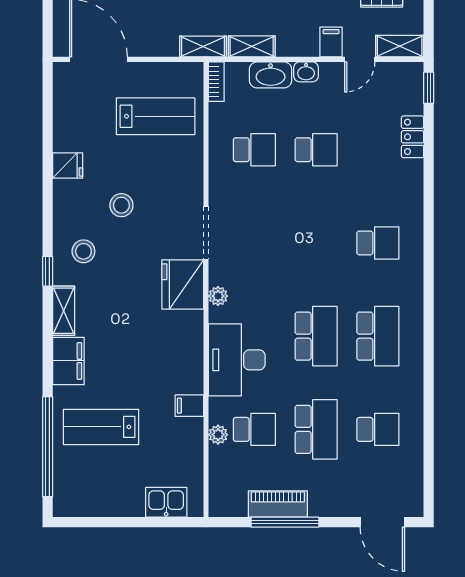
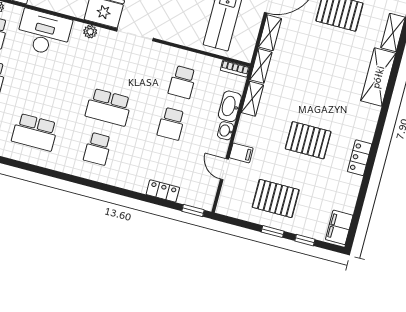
shelving: (400, 46) -> (270, 33), moved
school desk: (316, 336) -> (109, 107), moved

